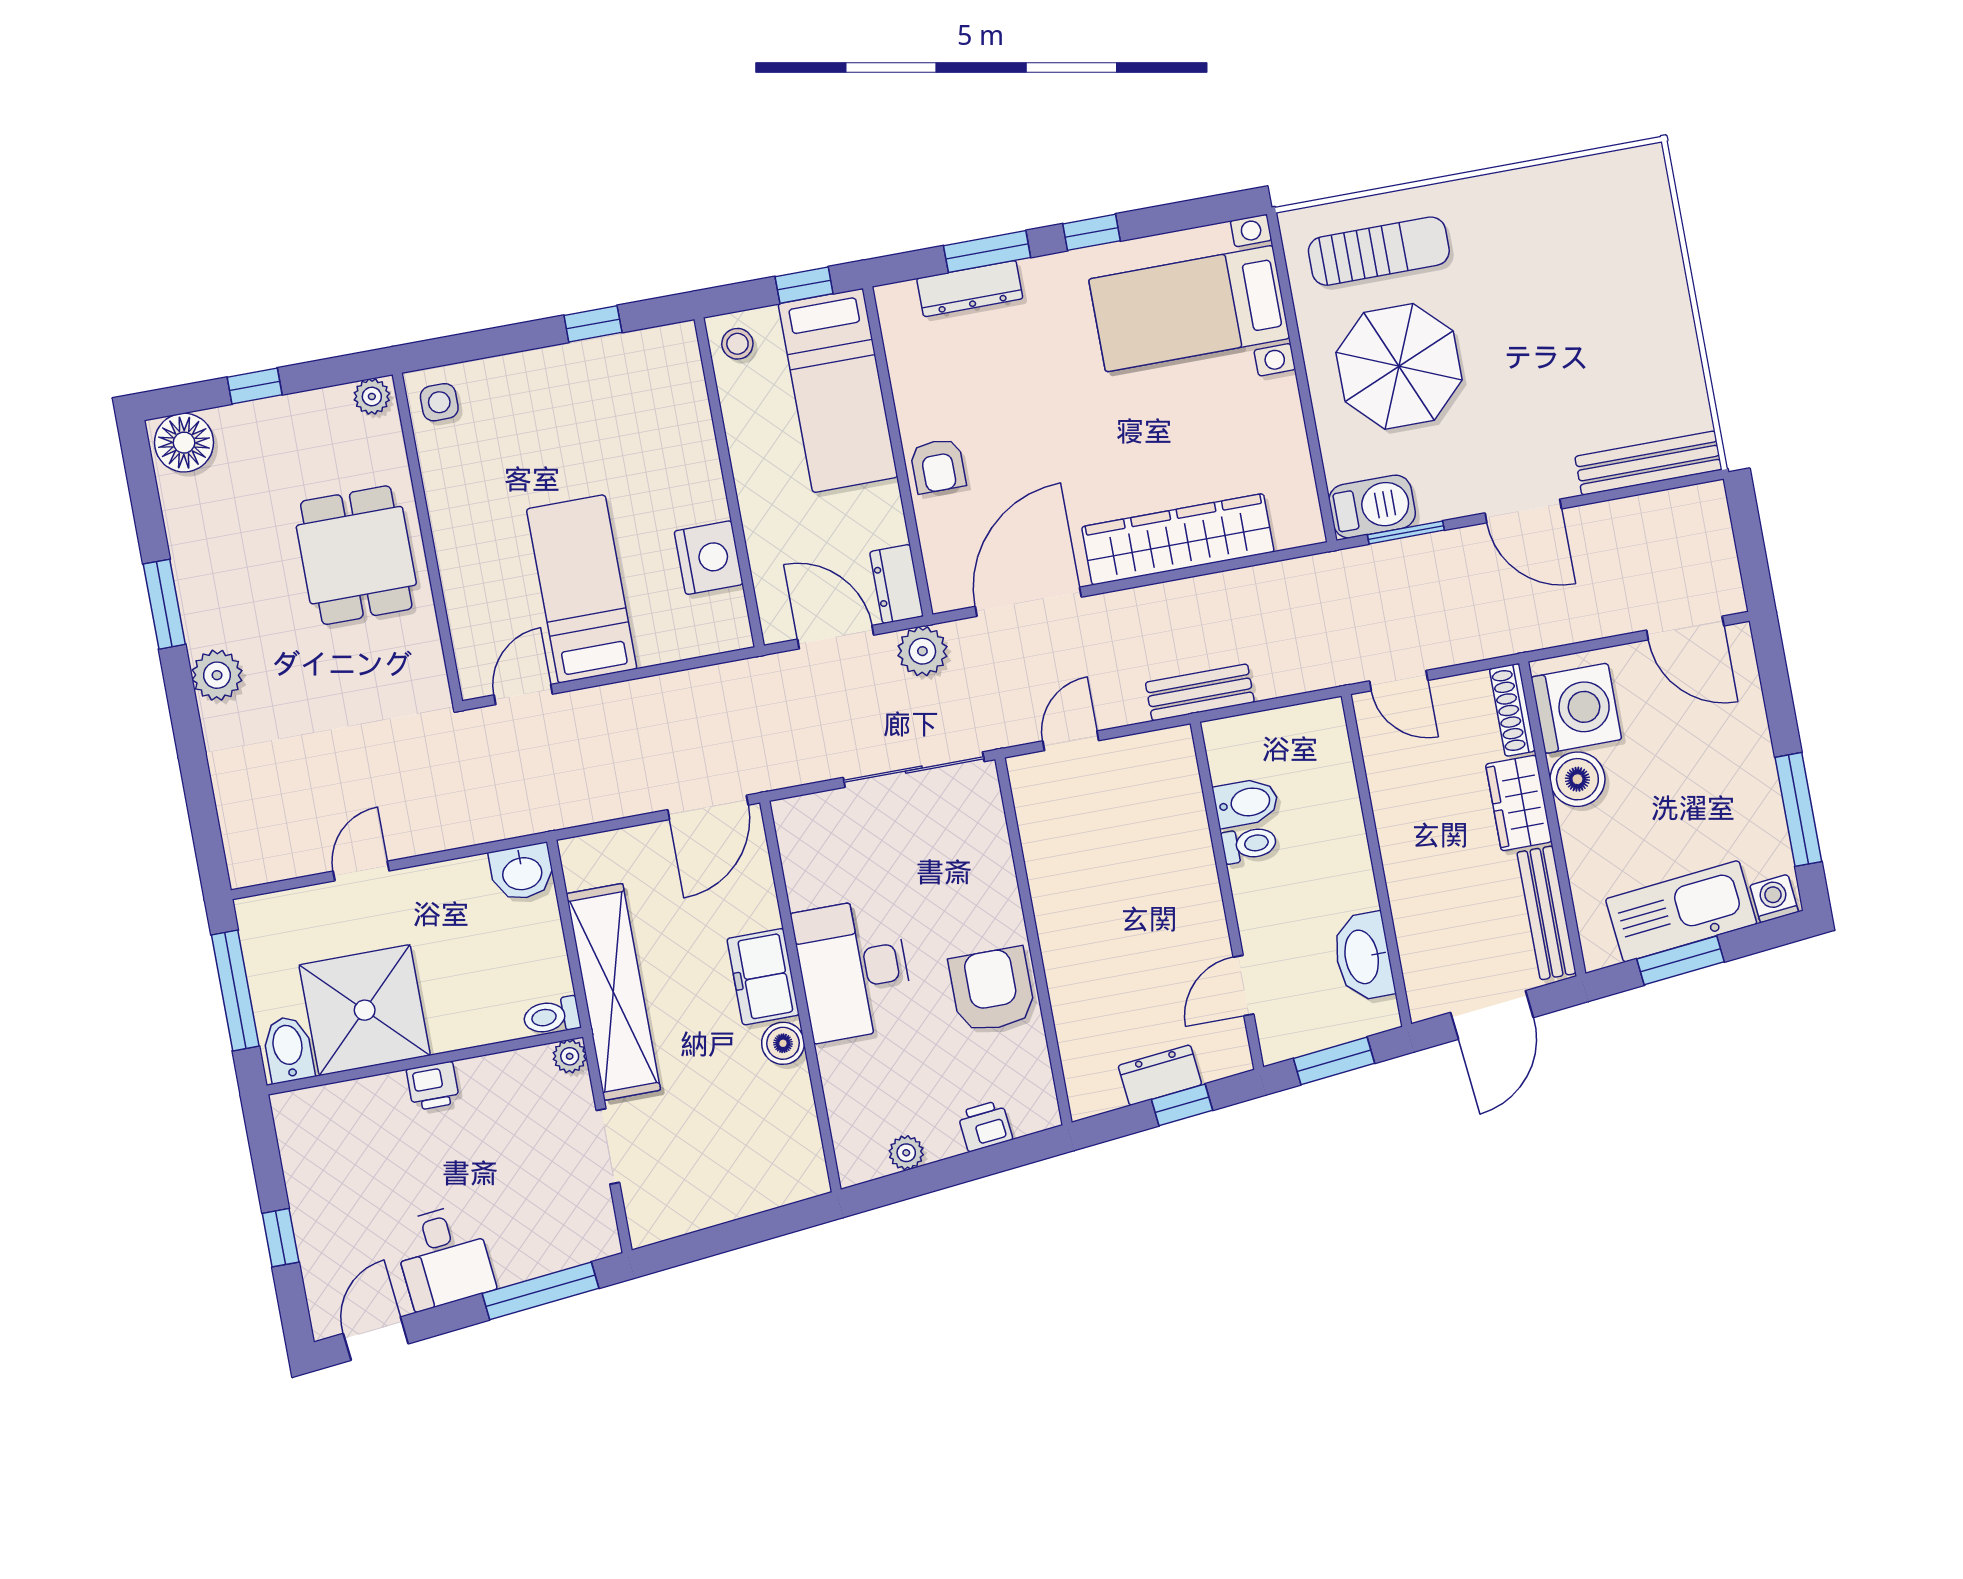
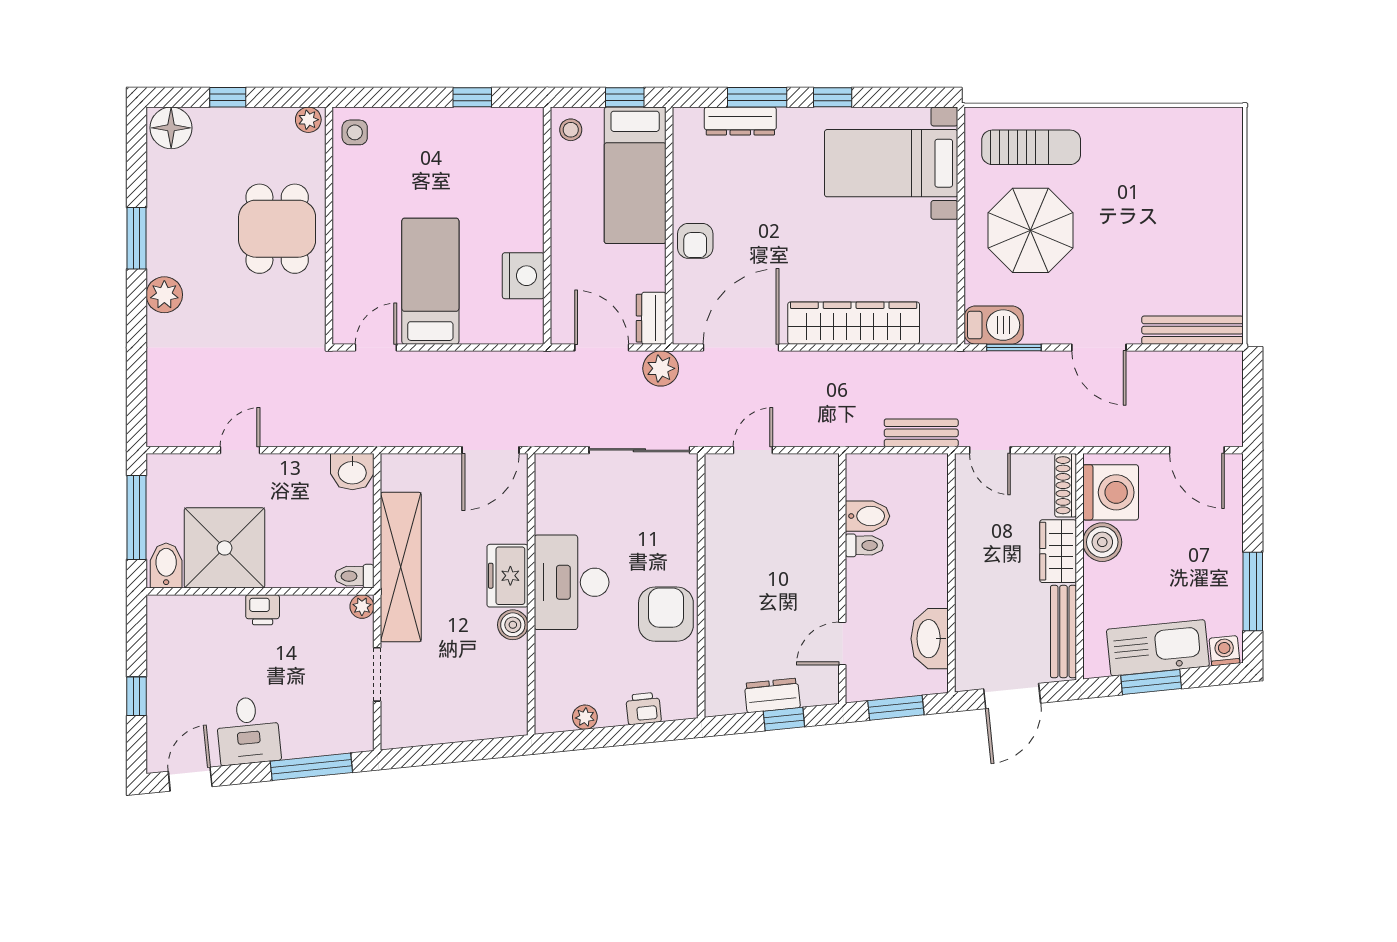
bench: (1200, 692) -> (921, 433), moved

